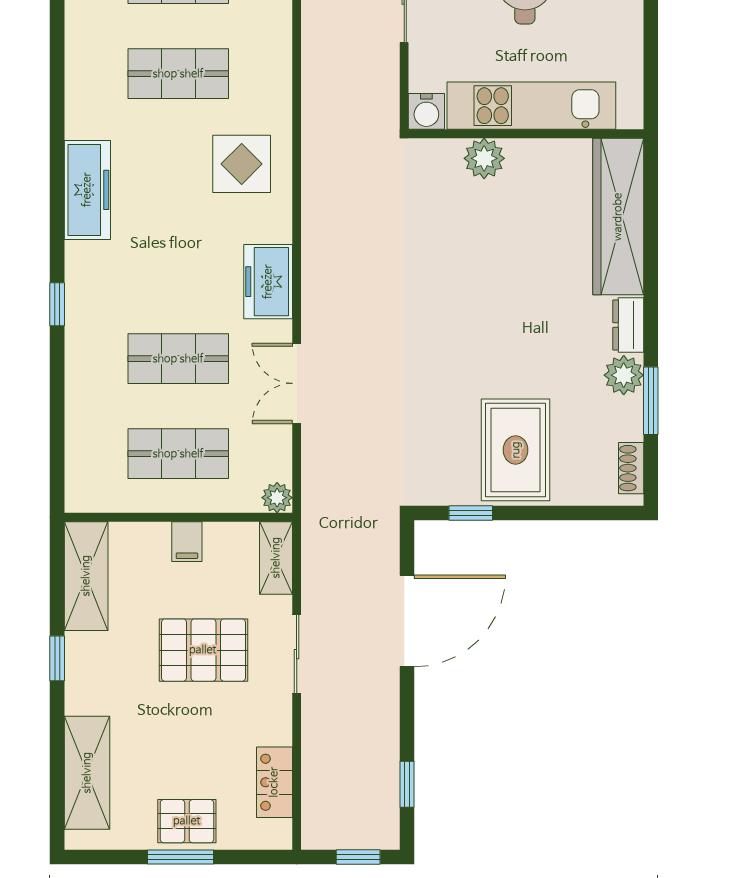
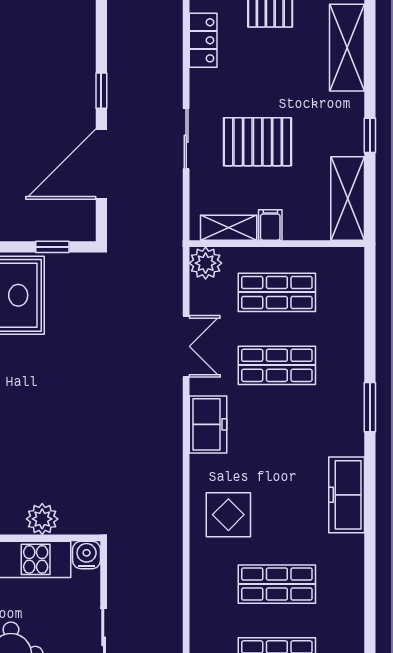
window: (57, 304) -> (370, 407), width x1.50
plant: (277, 498) -> (206, 263), width x1.38, depth x1.38
shelving: (276, 558) -> (229, 228), moved, turned 90
window: (407, 784) -> (101, 91), moved

